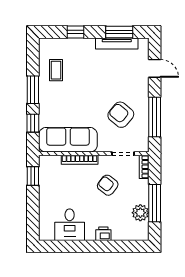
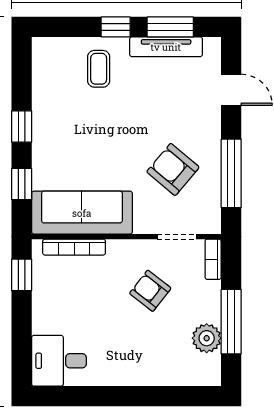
window: (76, 32) -> (116, 27), moved
coffee table: (56, 70) -> (99, 69), moved
window: (33, 90) -> (22, 127), width x0.67
bookcase: (80, 160) -> (74, 247), moved
desk: (70, 225) -> (59, 361), moved, turned 90
printer: (103, 234) -> (143, 374), removed

